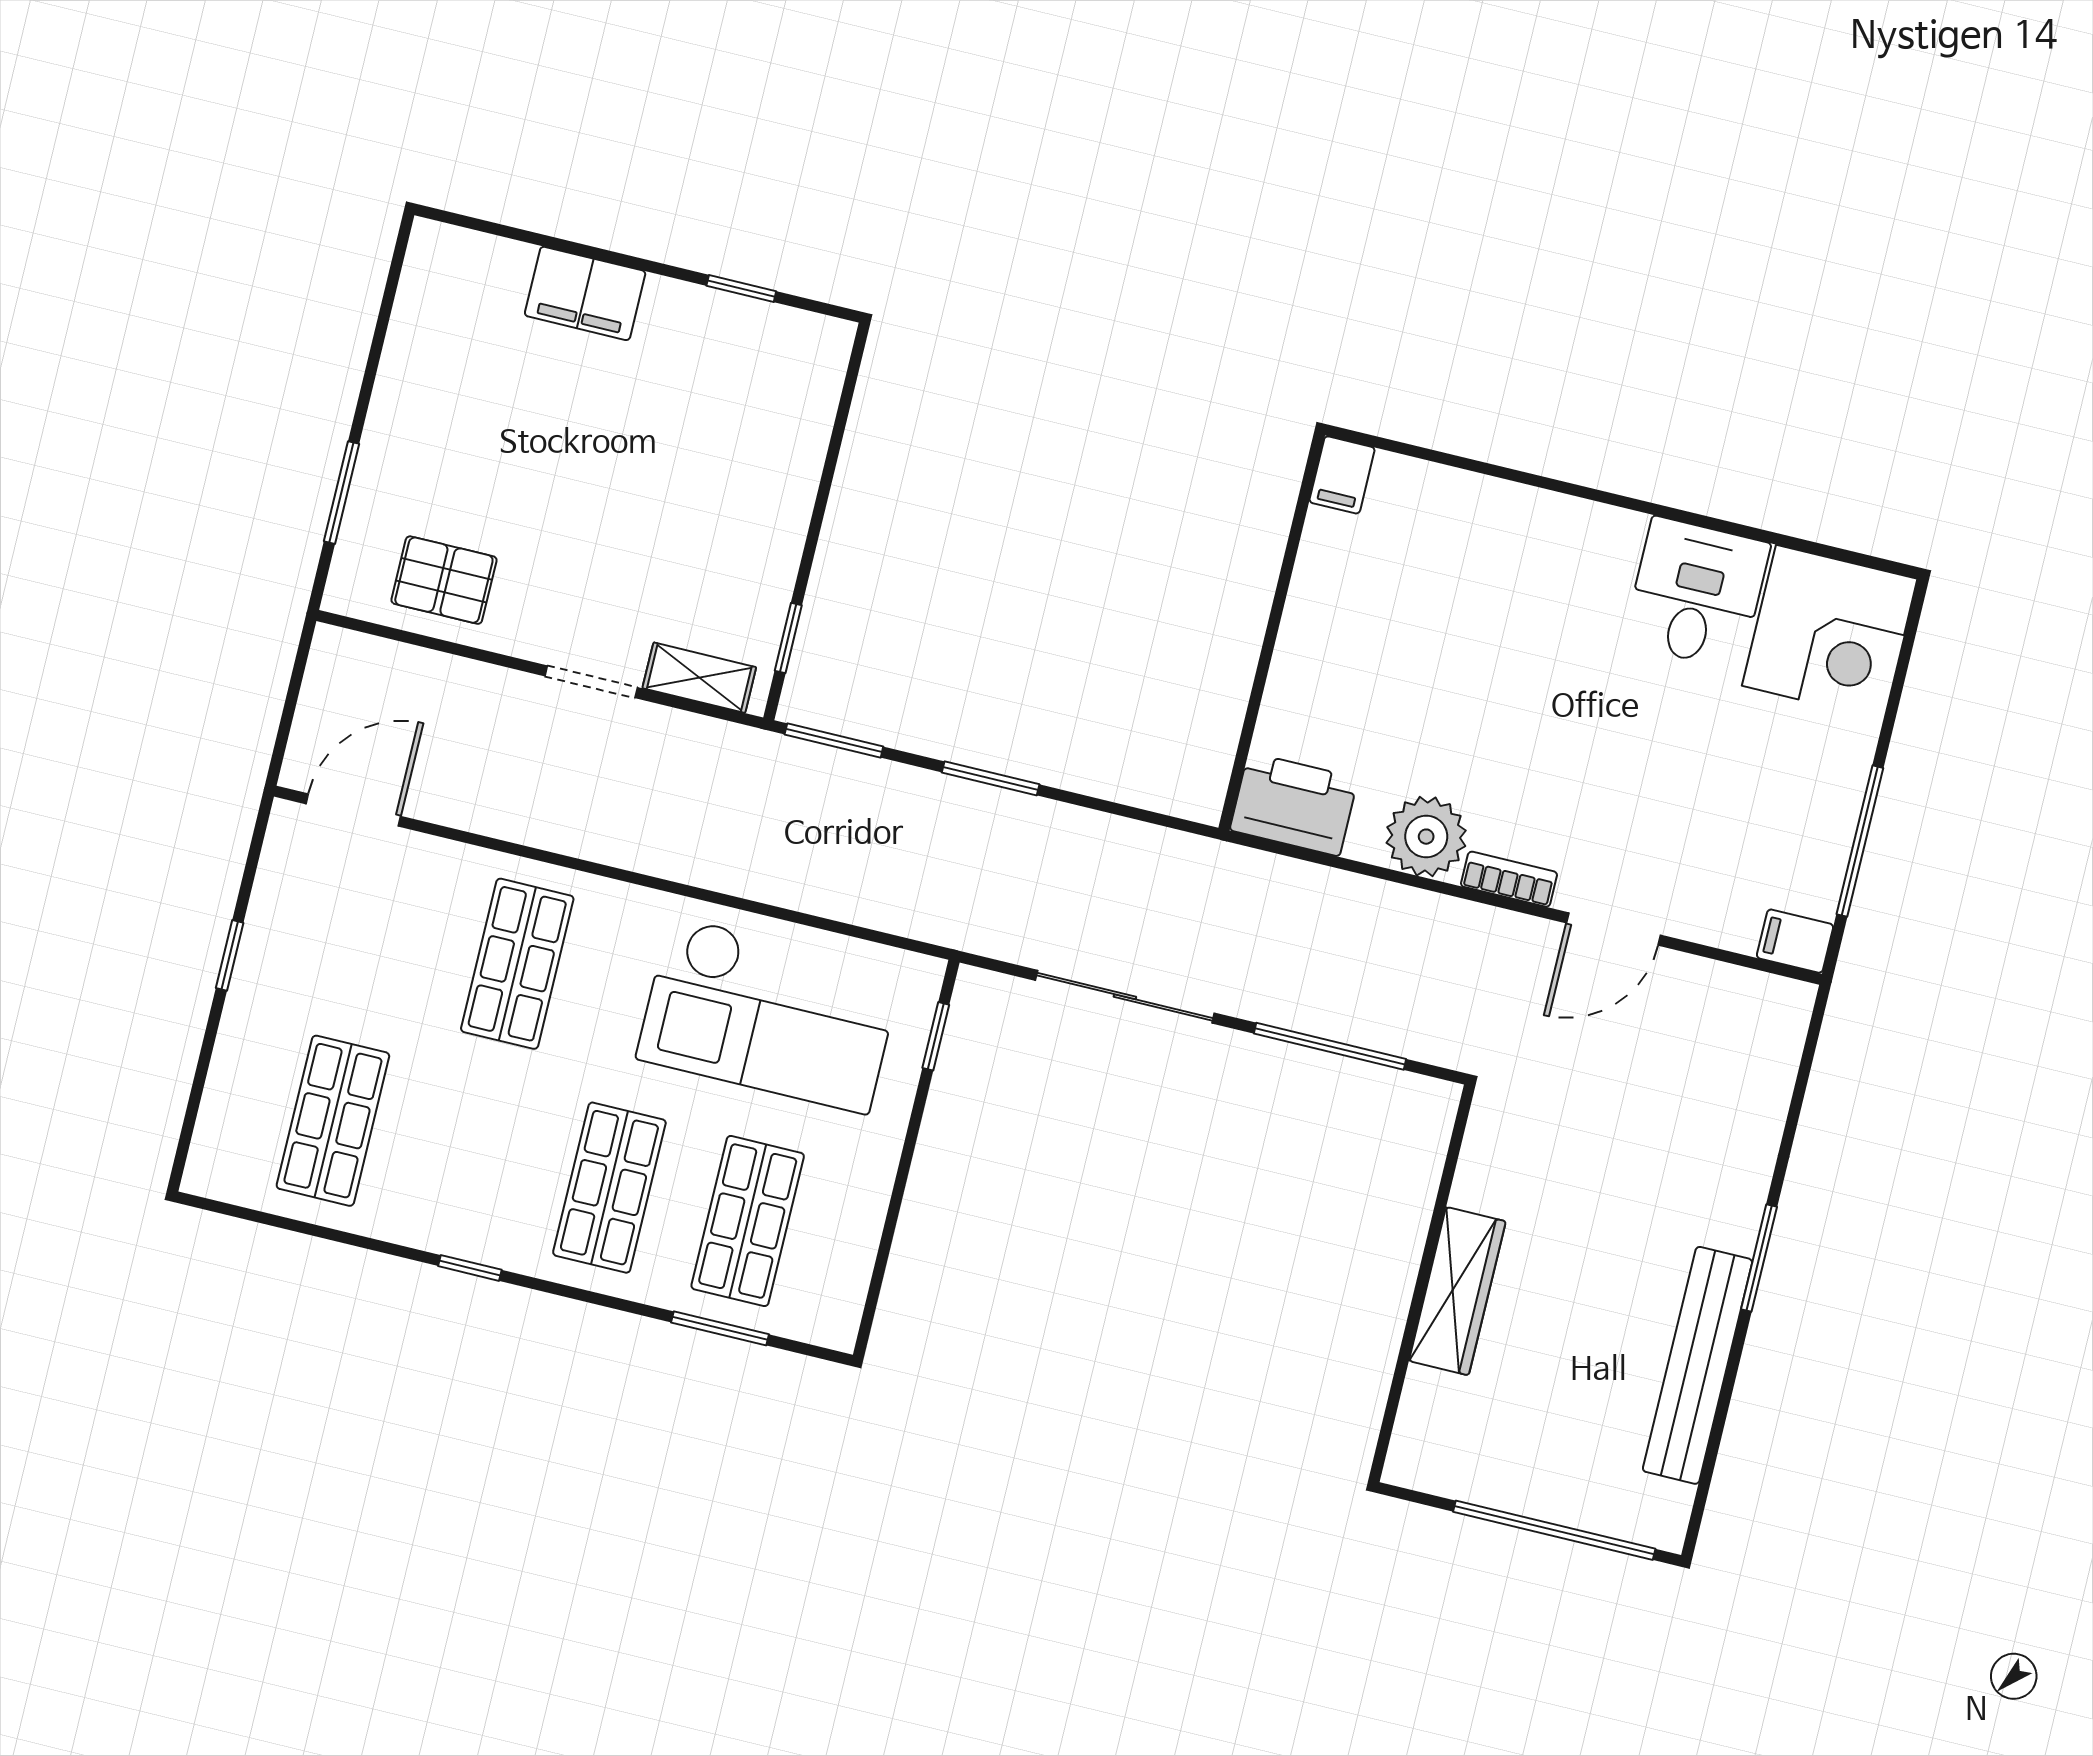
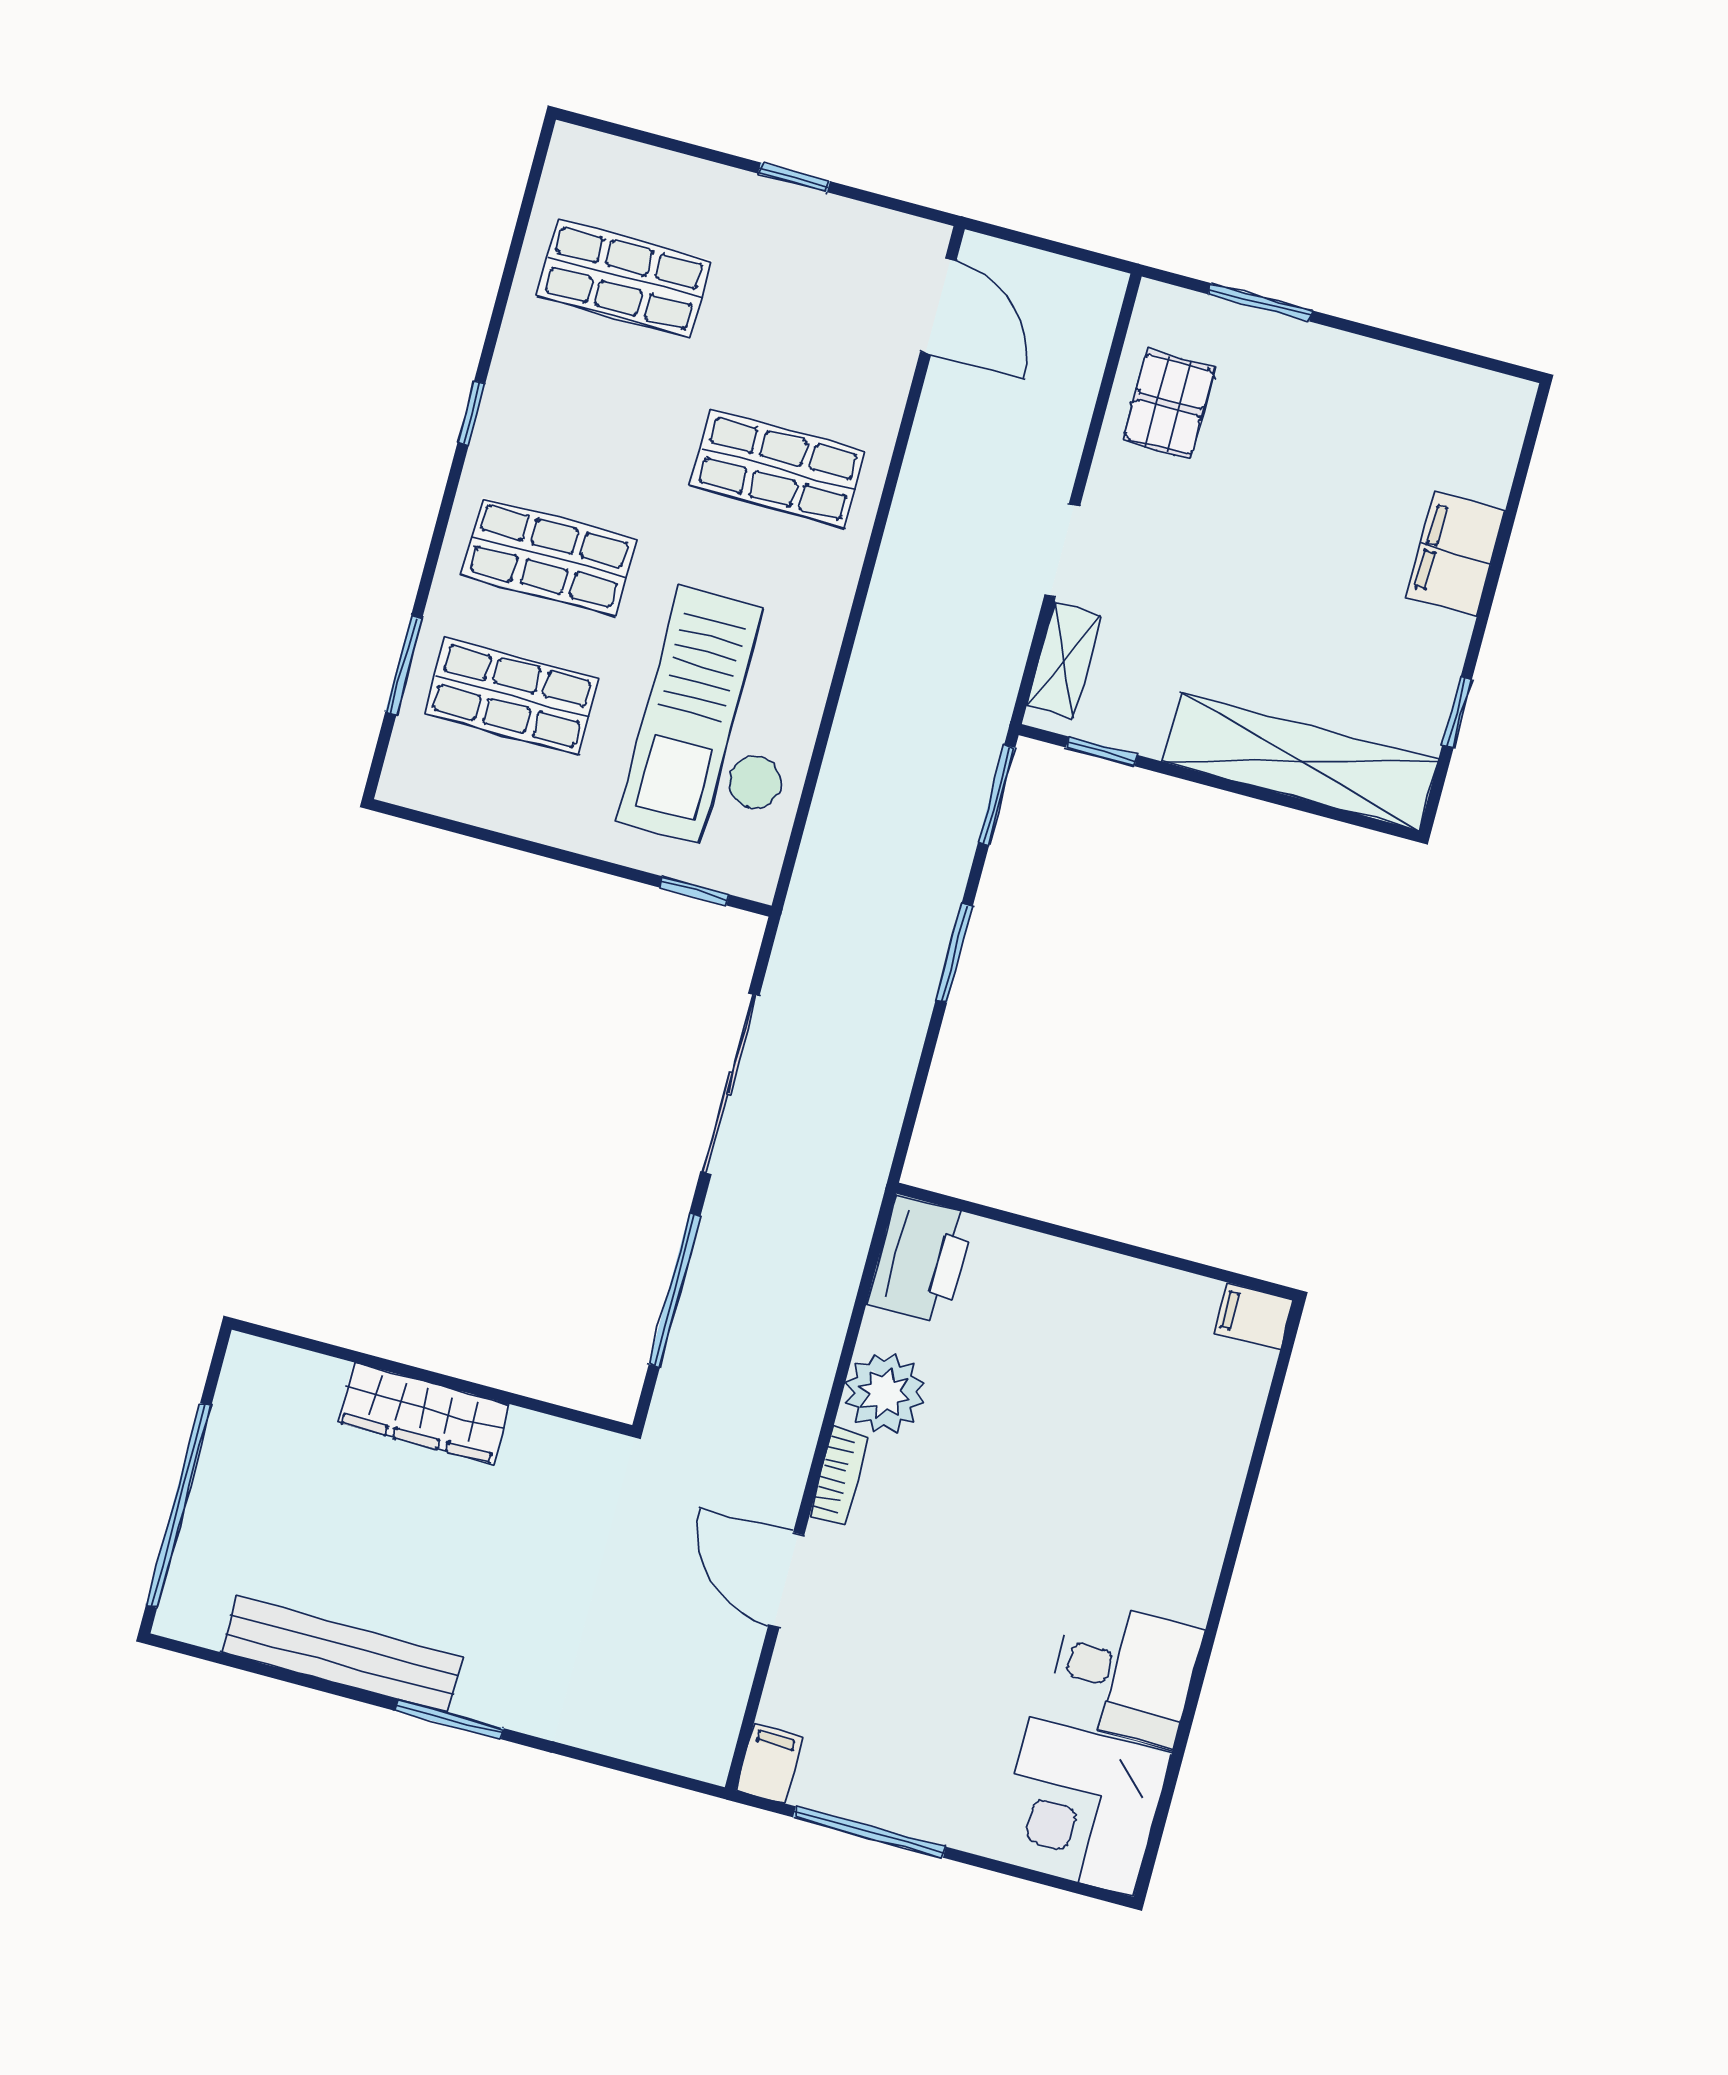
shelving: (793, 442) -> (1301, 761), added

